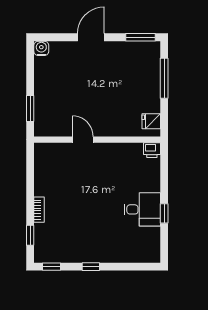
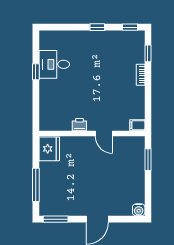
fridge: (151, 121) -> (49, 149), width x1.88, depth x1.34
filing cabinet: (43, 149) -> (137, 125), added
printer: (152, 150) -> (79, 125), moved
desk: (142, 209) -> (54, 64), moved

